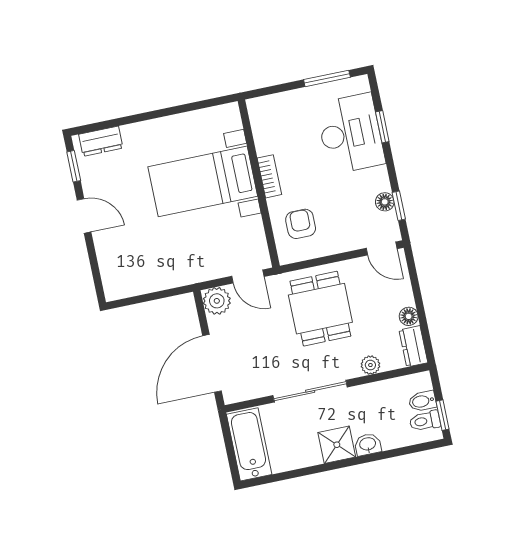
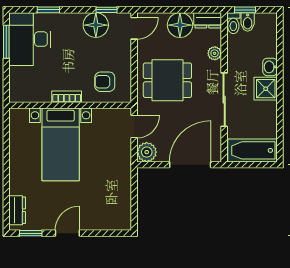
desk: (350, 134) -> (30, 39), moved, turned -90
floor lamp: (385, 202) -> (96, 25), width x1.89, depth x1.89
floor lamp: (409, 316) -> (180, 25), width x1.89, depth x1.89
door: (212, 363) -> (190, 165), swing flipped
window: (443, 415) -> (245, 10), moved
toilet: (425, 421) -> (233, 23), moved

